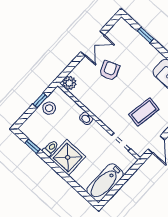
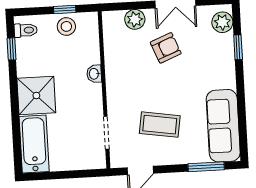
plant: (125, 30) -> (222, 22), added
plant: (69, 83) -> (135, 19), moved
toilet: (50, 148) -> (26, 30), moved
bathtub: (105, 182) -> (34, 144), moved, turned 90

